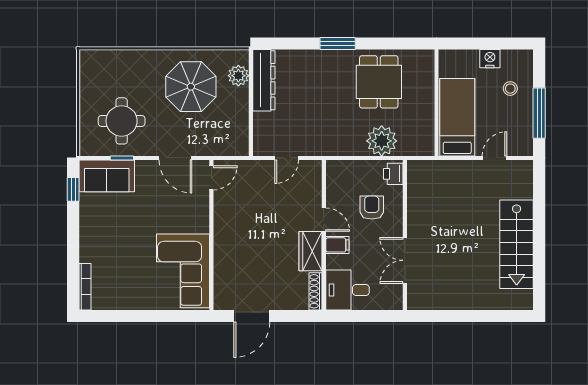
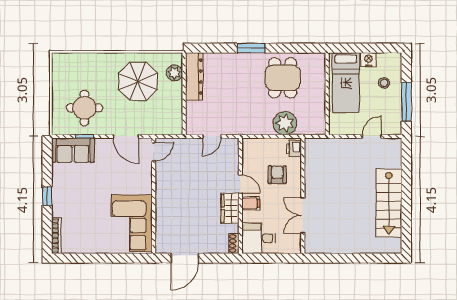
bed: (457, 117) -> (346, 83), moved, turned 180
window: (73, 189) -> (47, 196), moved
shoe rack: (316, 291) -> (234, 243), width x0.70

